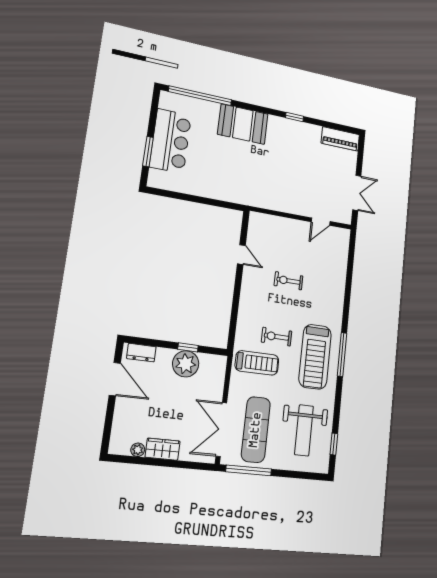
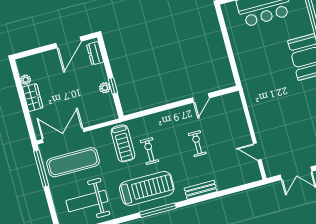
bench: (338, 299) -> (201, 190), added
treadmill: (315, 357) -> (147, 188), turned 180
plant: (186, 364) -> (105, 88), width x0.53, depth x0.53

